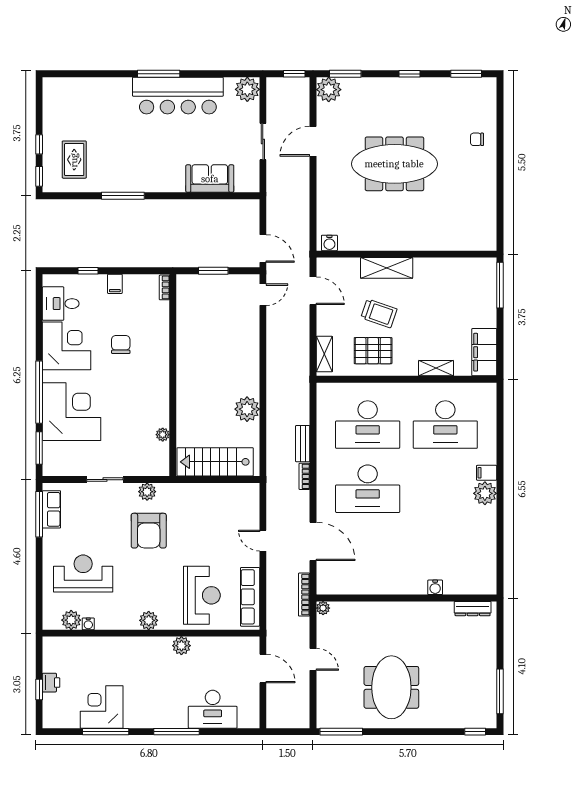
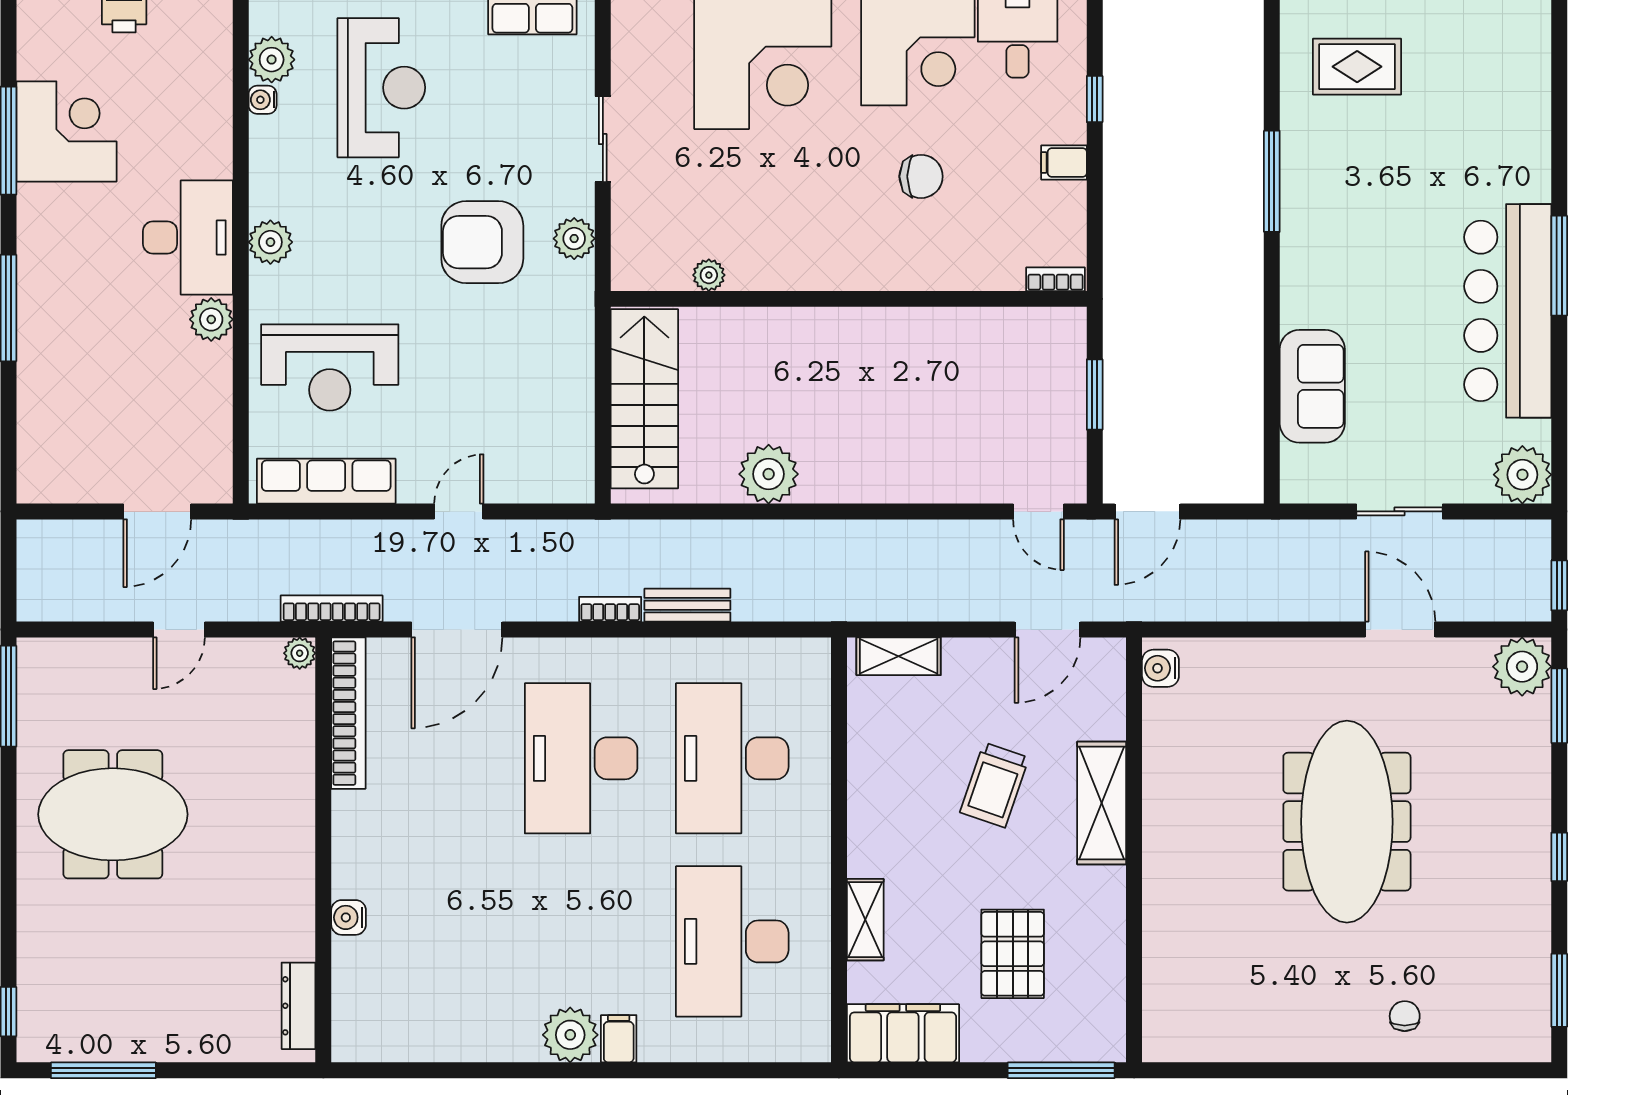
pallet: (373, 351) -> (1013, 954), moved
bookcase: (348, 587) -> (348, 713), added
desk: (213, 709) -> (188, 238), moved, turned 180

